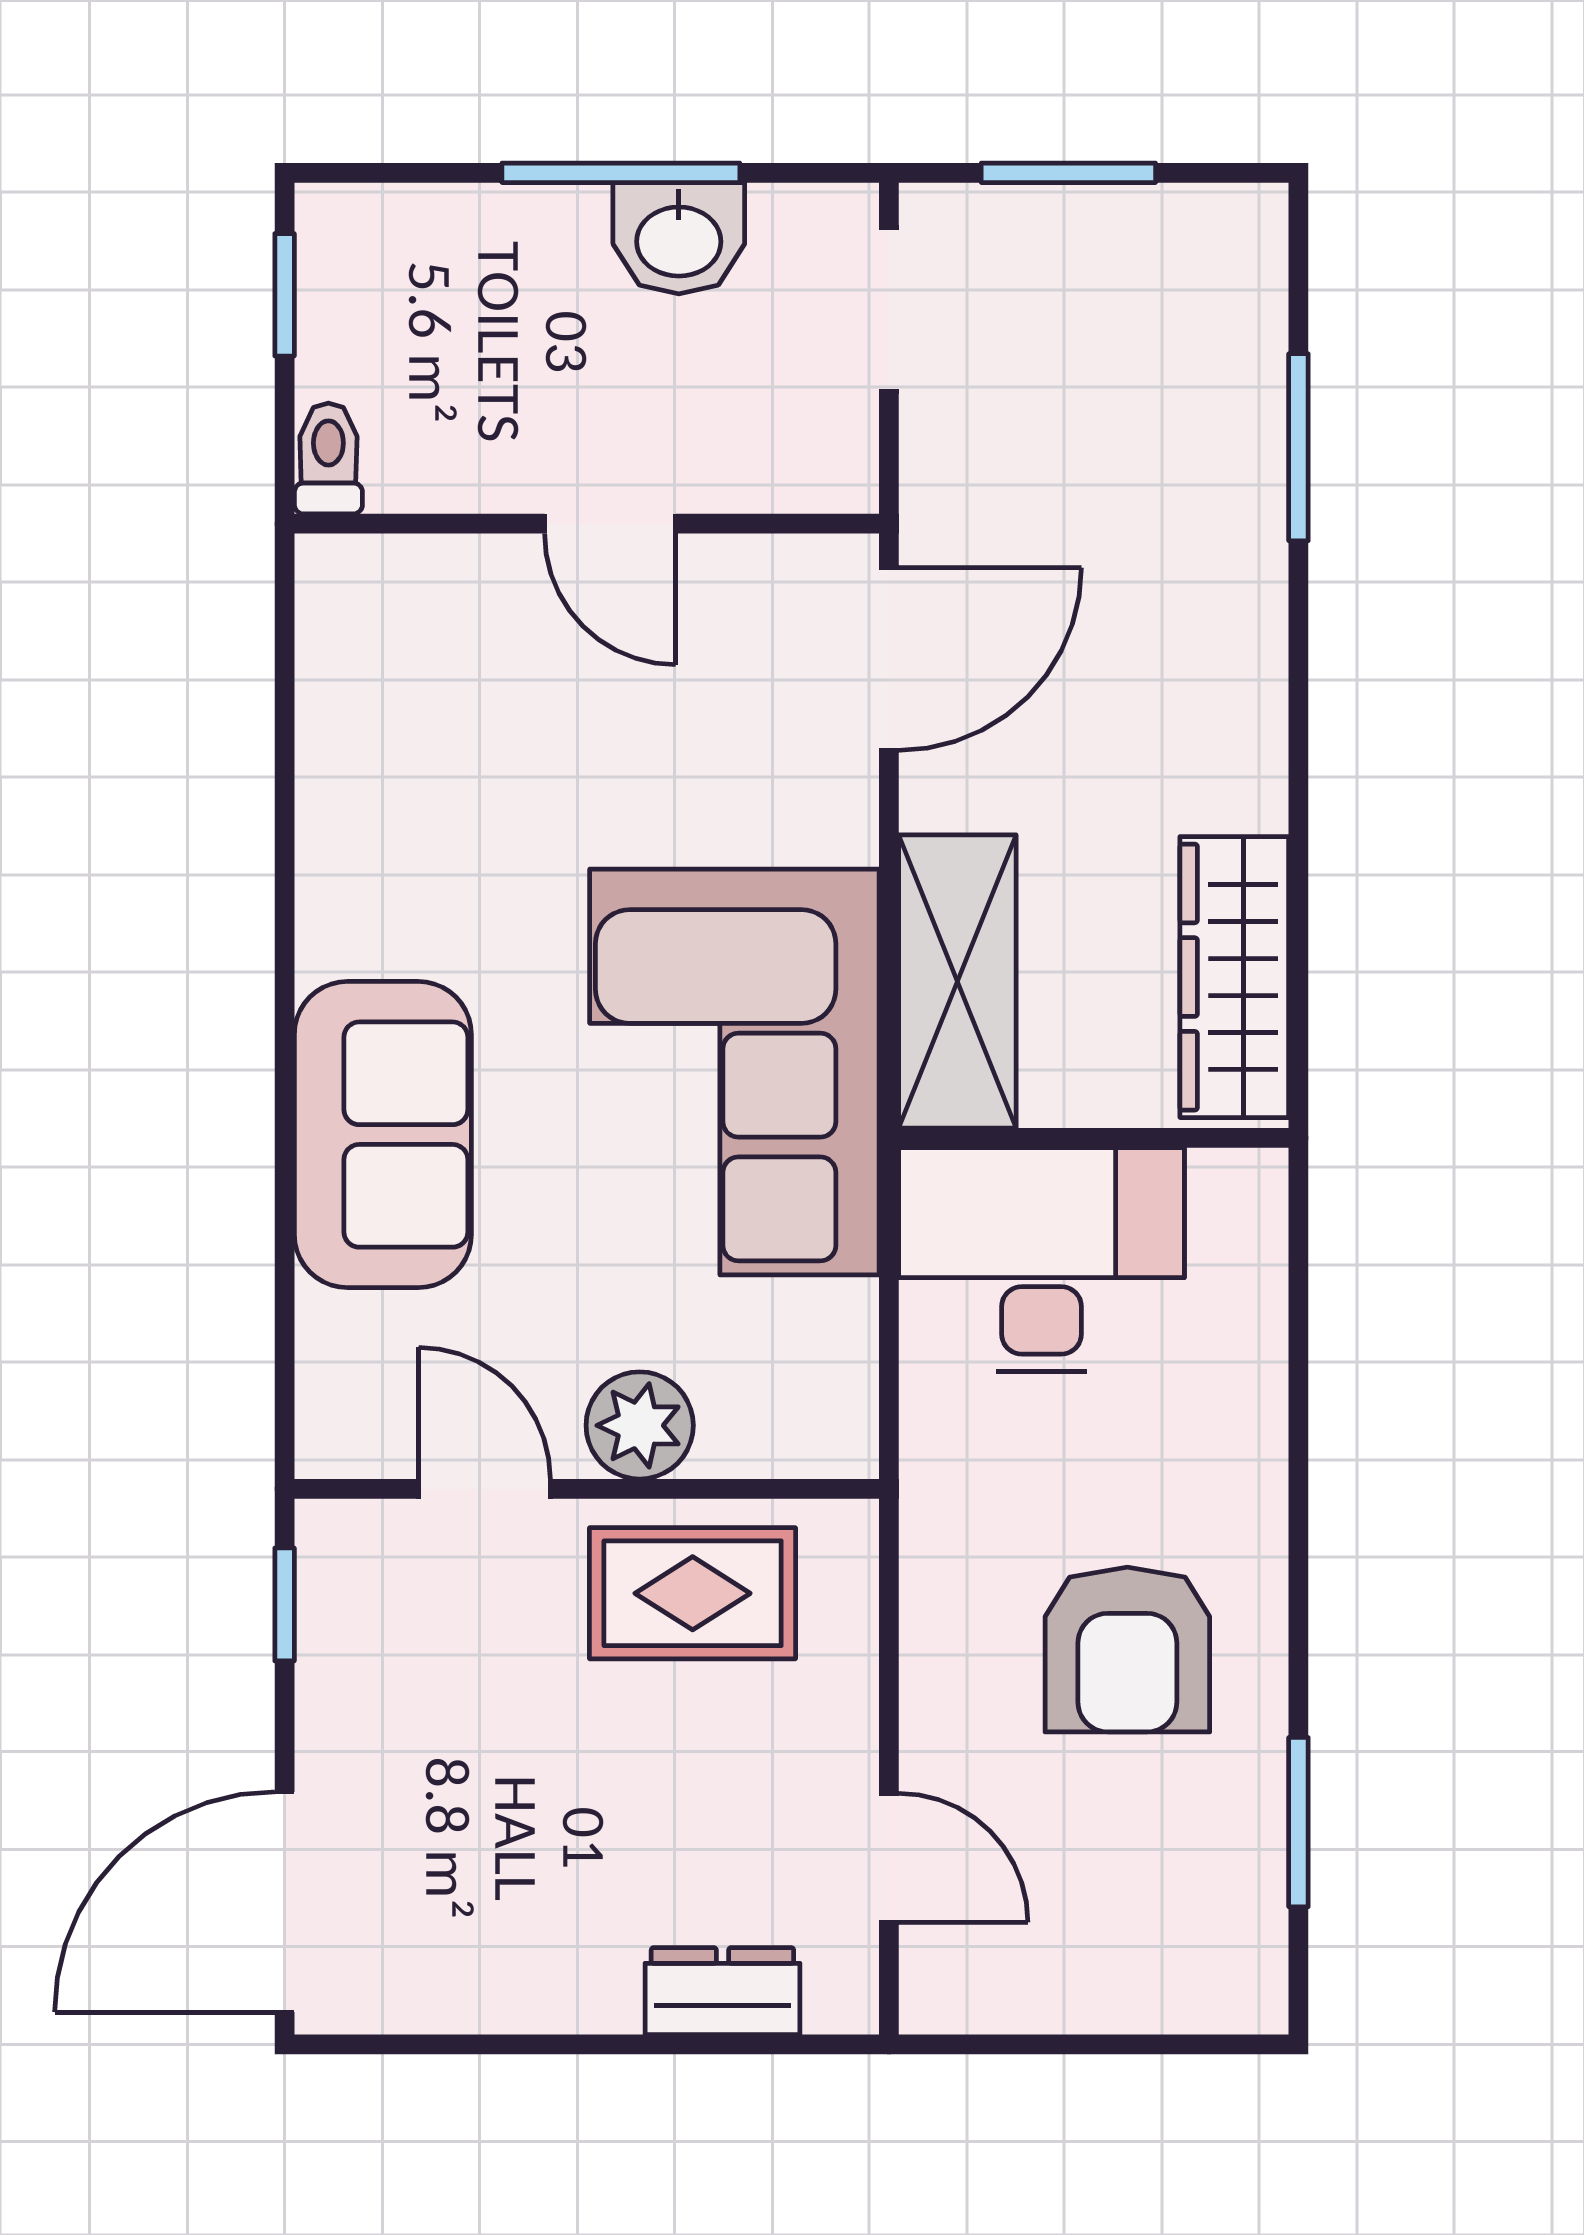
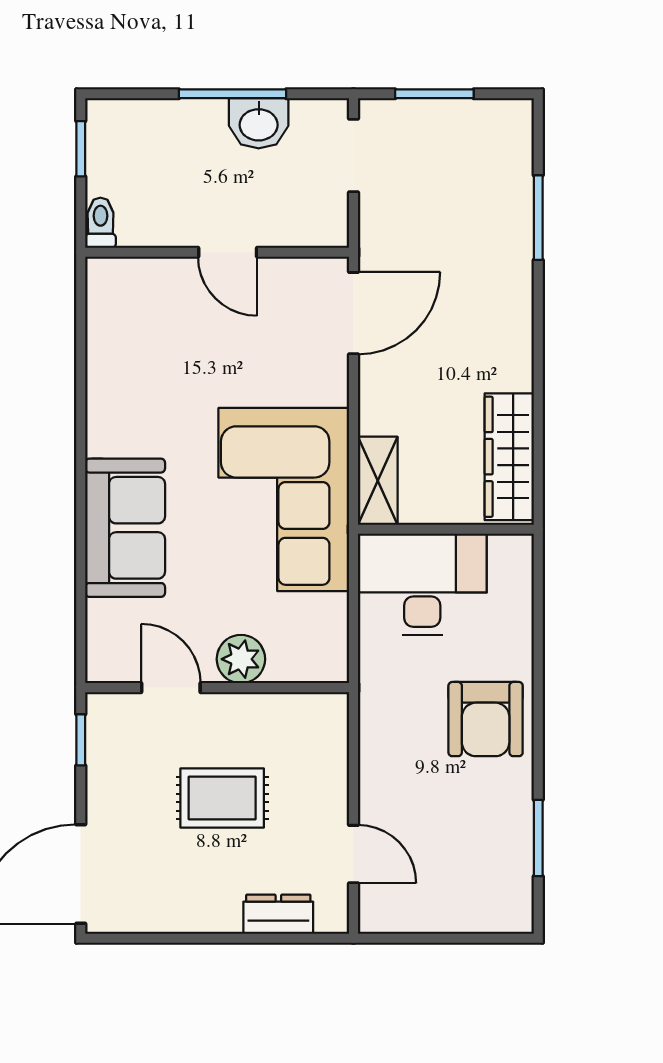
shelving: (957, 981) -> (378, 481), width x0.67, depth x0.75
rug: (693, 1593) -> (222, 798), moved
armchair: (1127, 1650) -> (486, 719), moved

